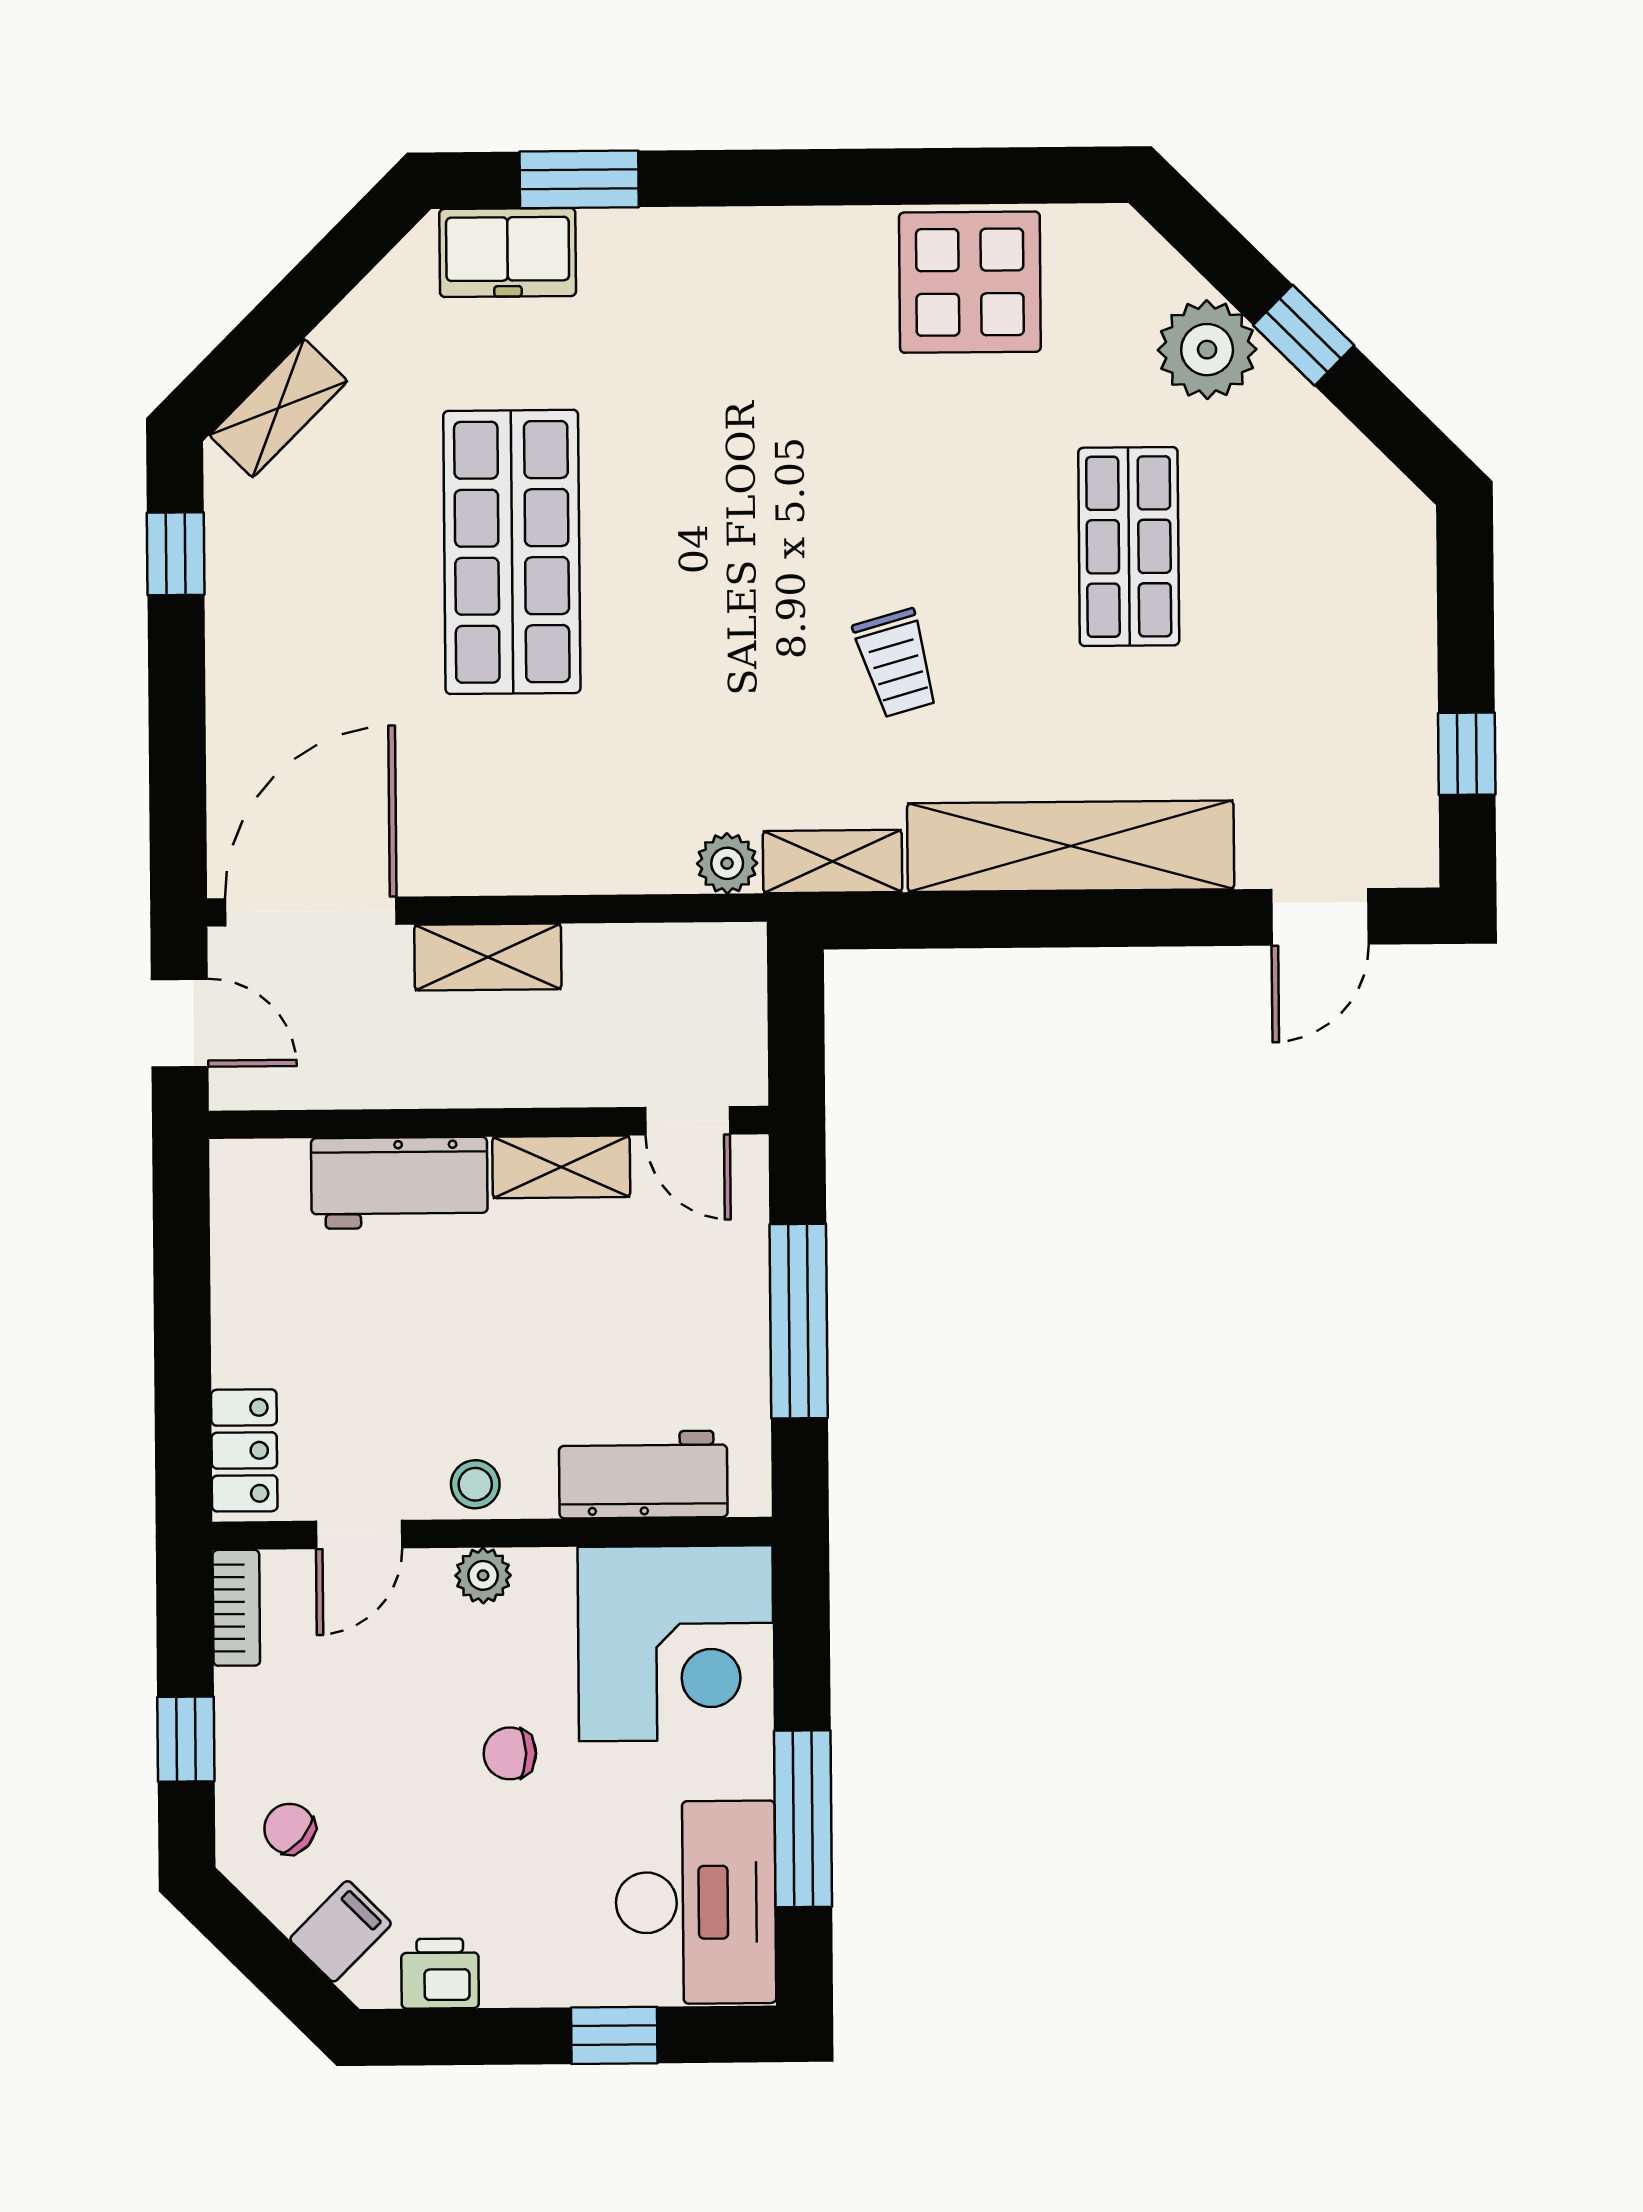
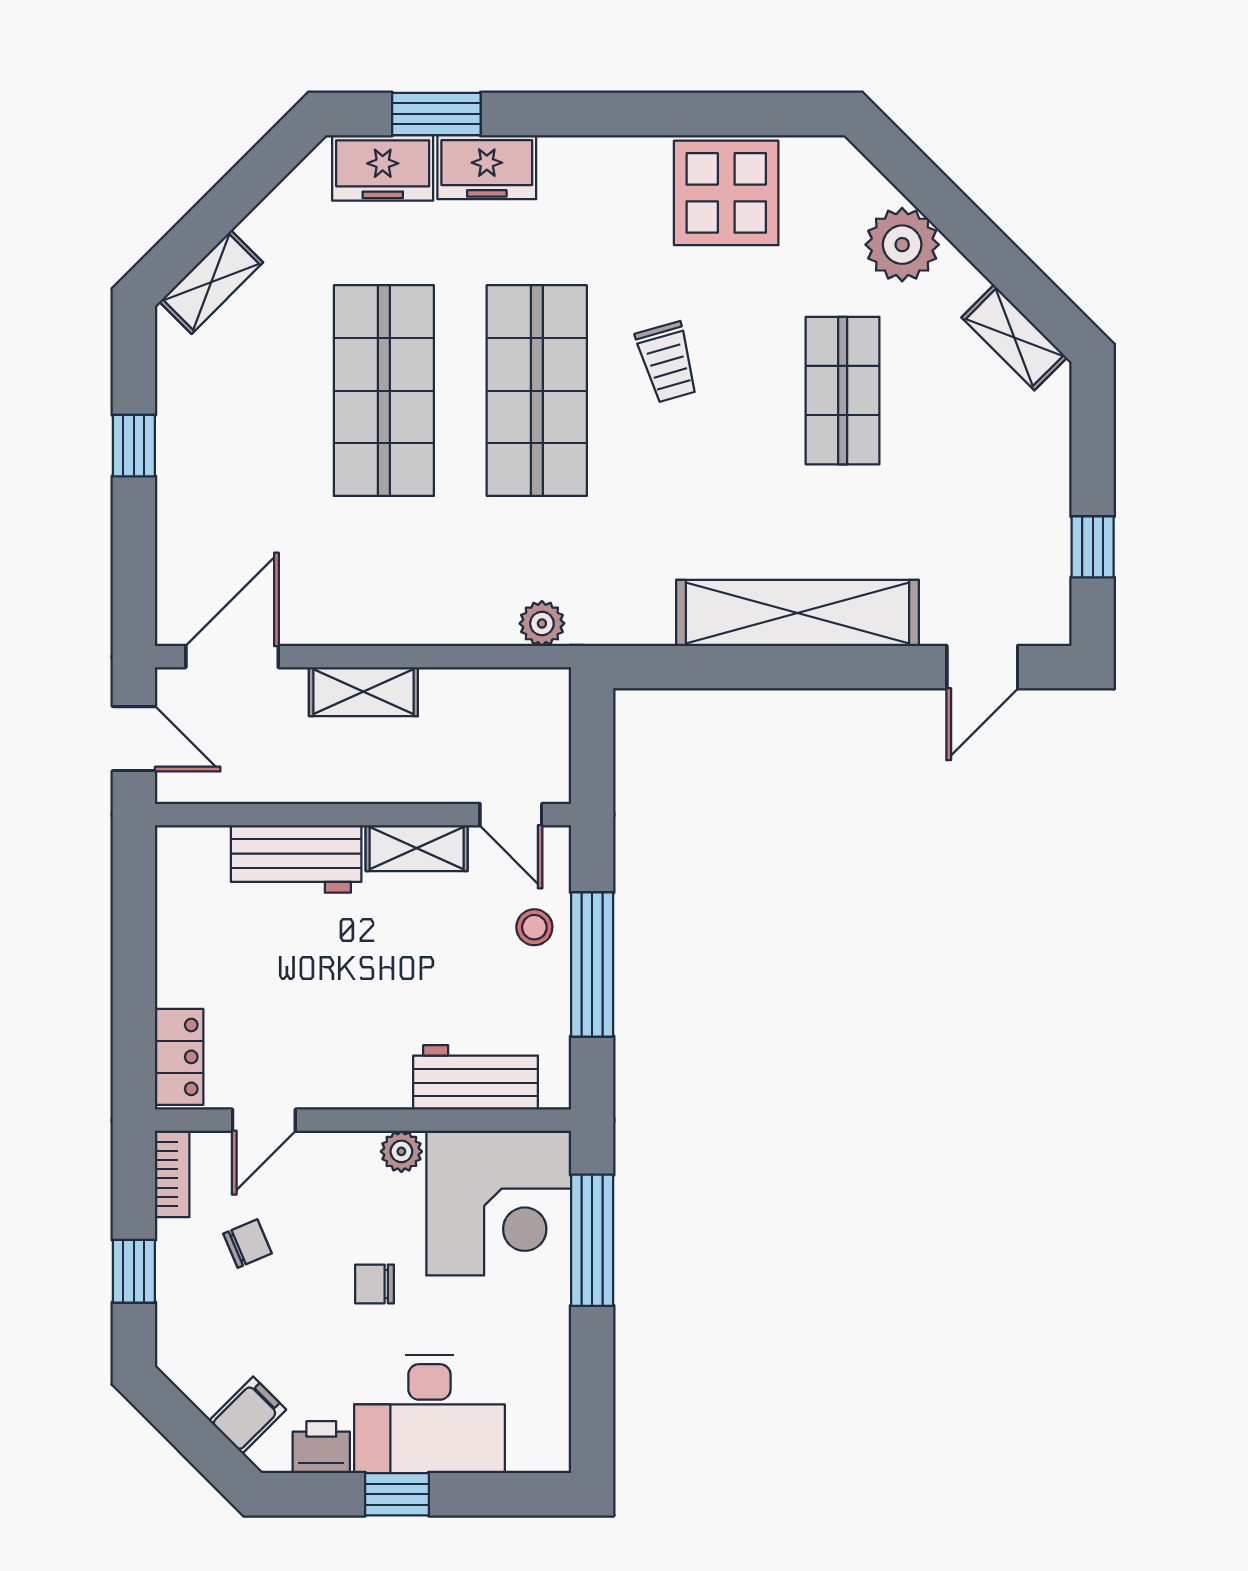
freezer: (648, 250) -> (487, 167), added
window: (1304, 335) -> (974, 235), removed
shop shelf: (717, 550) -> (537, 391), added
window: (176, 554) -> (134, 446), moved
trolley: (896, 663) -> (667, 362), moved
shelving: (832, 861) -> (1014, 337), moved, turned 45
door: (311, 911) -> (232, 657), width x0.73
stool: (475, 1484) -> (534, 927), moved
plant: (483, 1575) -> (401, 1151), moved
window: (803, 1819) -> (592, 1240), moved
chair: (290, 1829) -> (247, 1244), moved, turned 116
desk: (696, 1902) -> (429, 1414), moved, turned 90
window: (614, 2035) -> (397, 1494), moved

